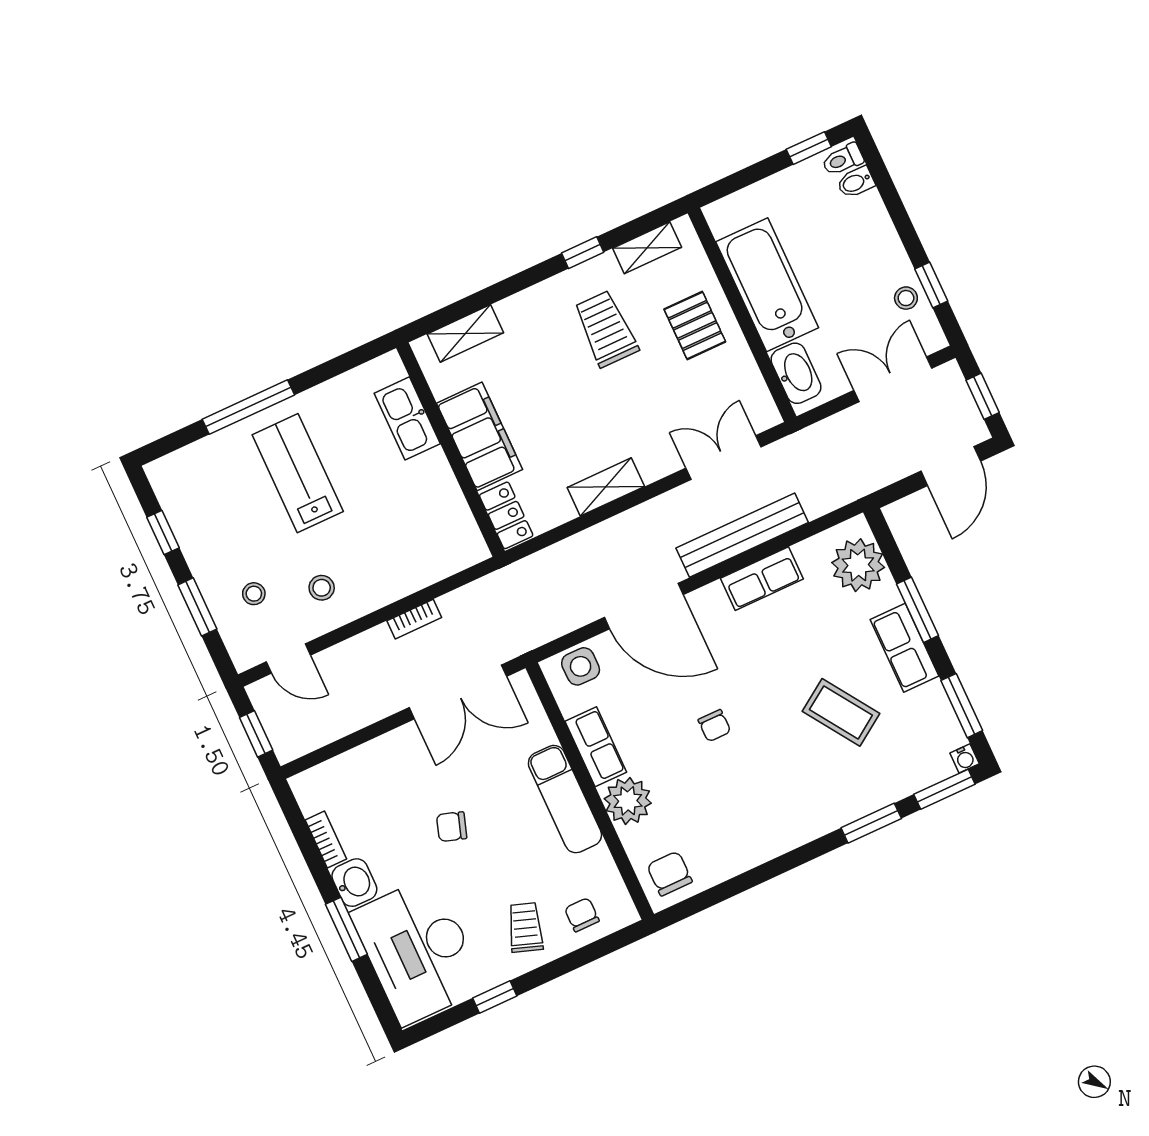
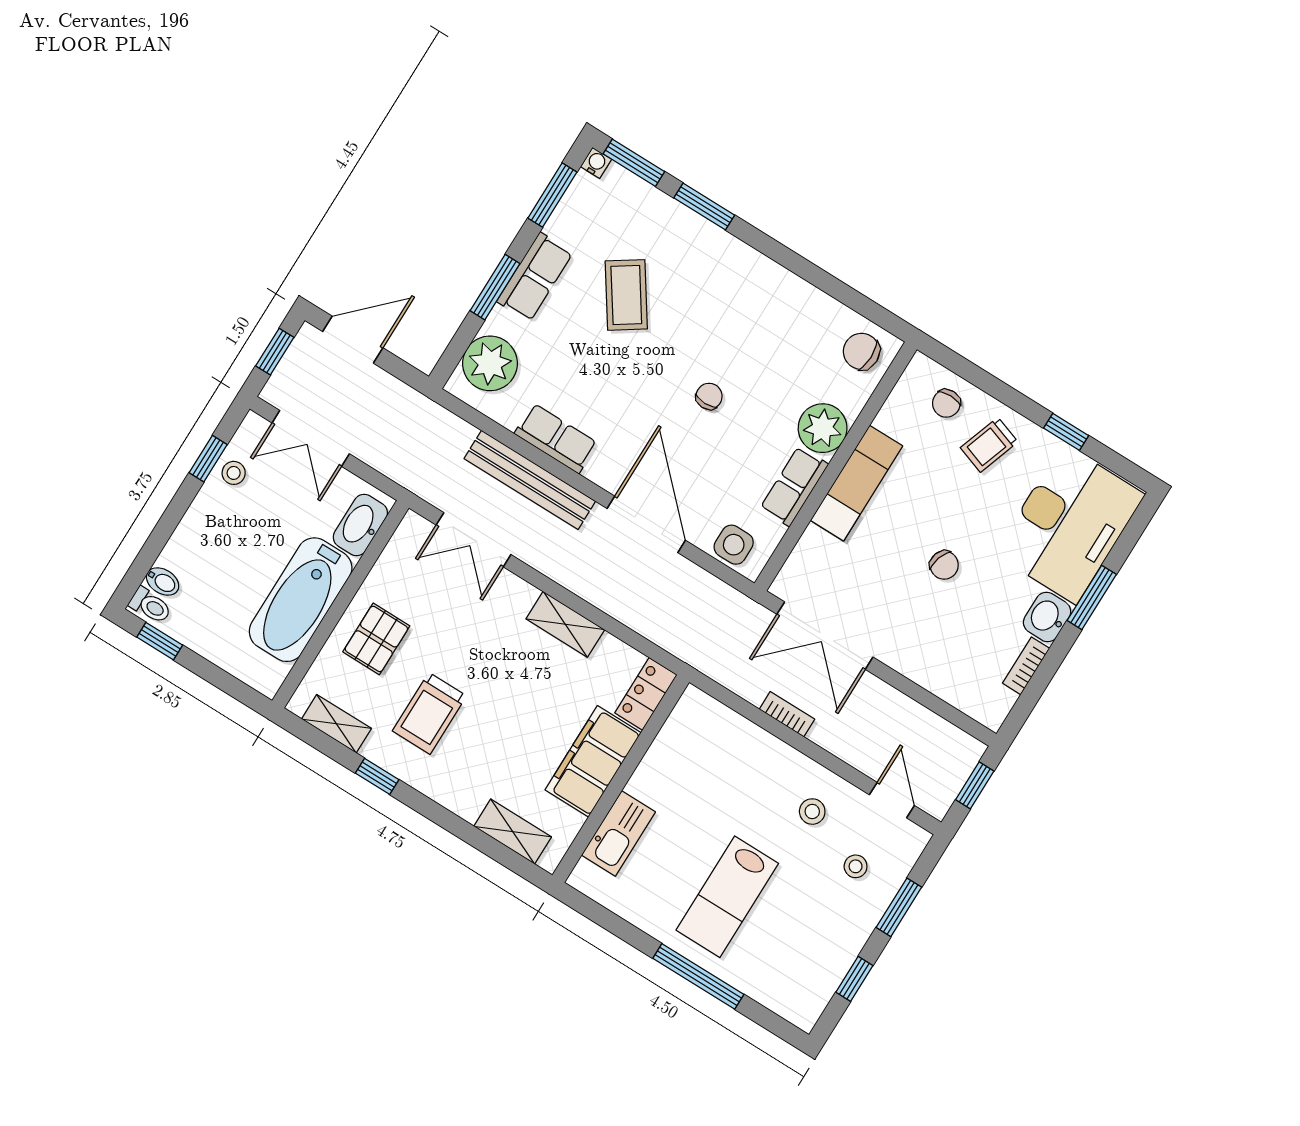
double door: (458, 692) -> (825, 636), swing flipped
chair: (669, 874) -> (861, 351), turned 90

